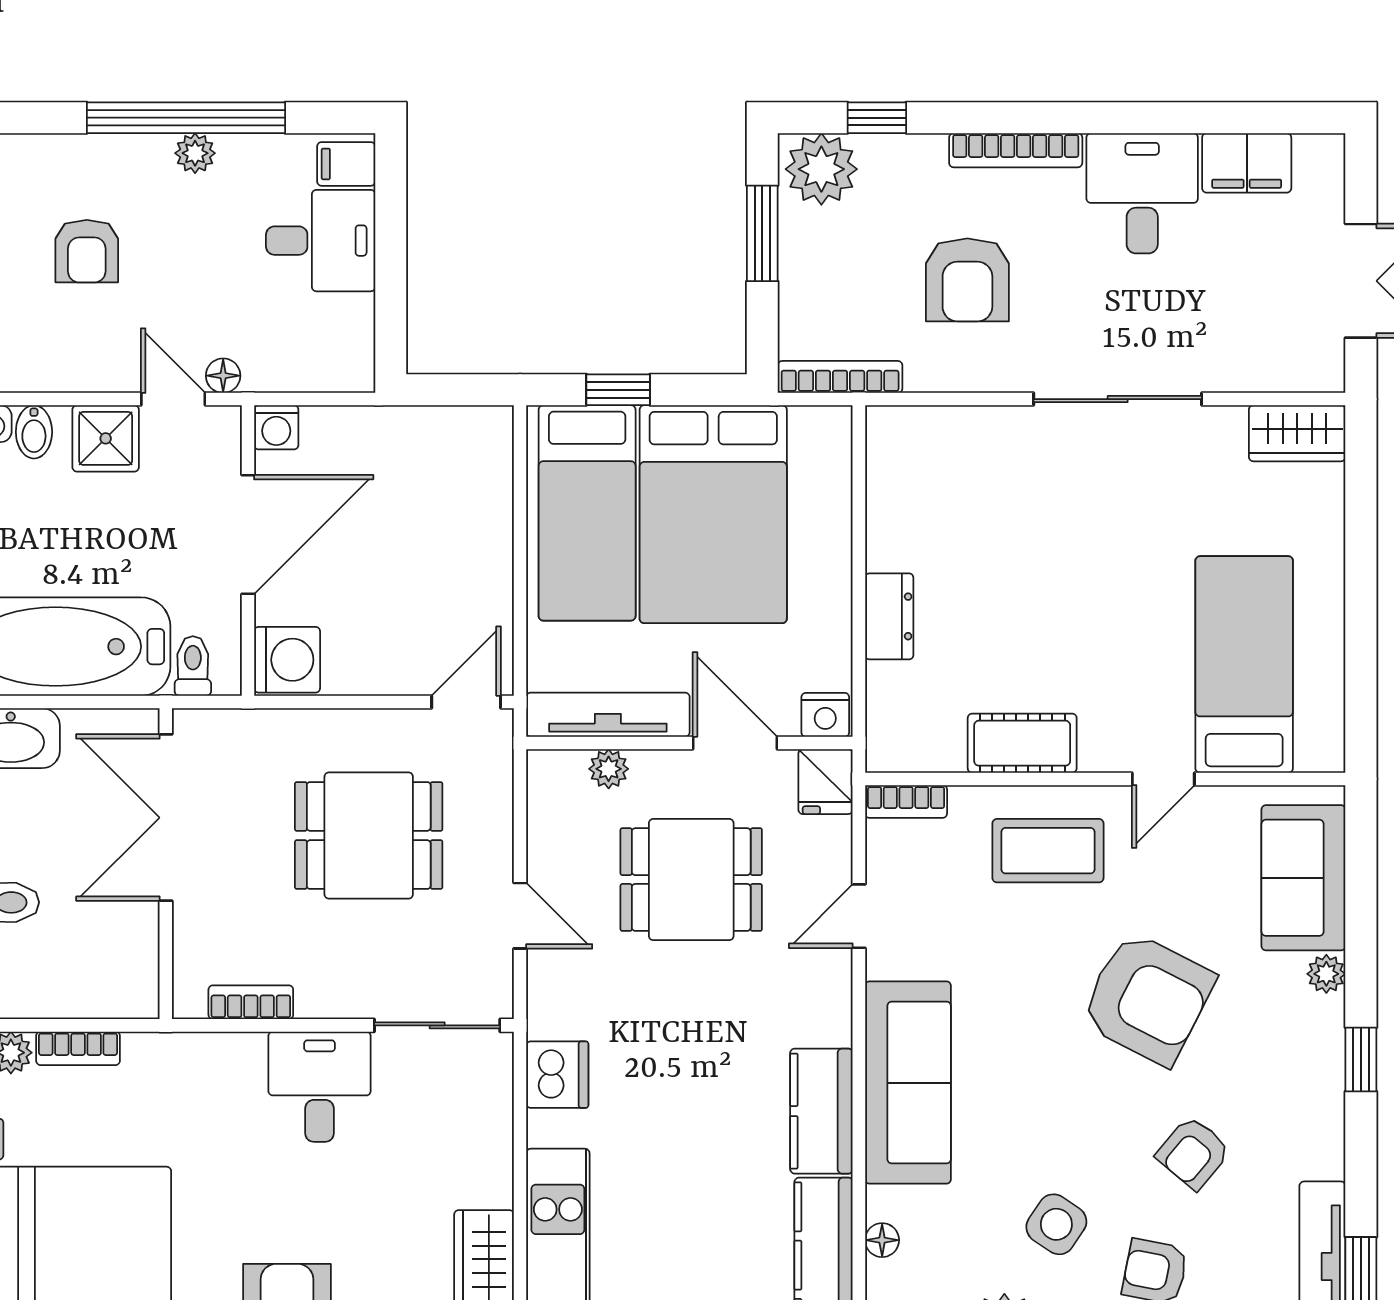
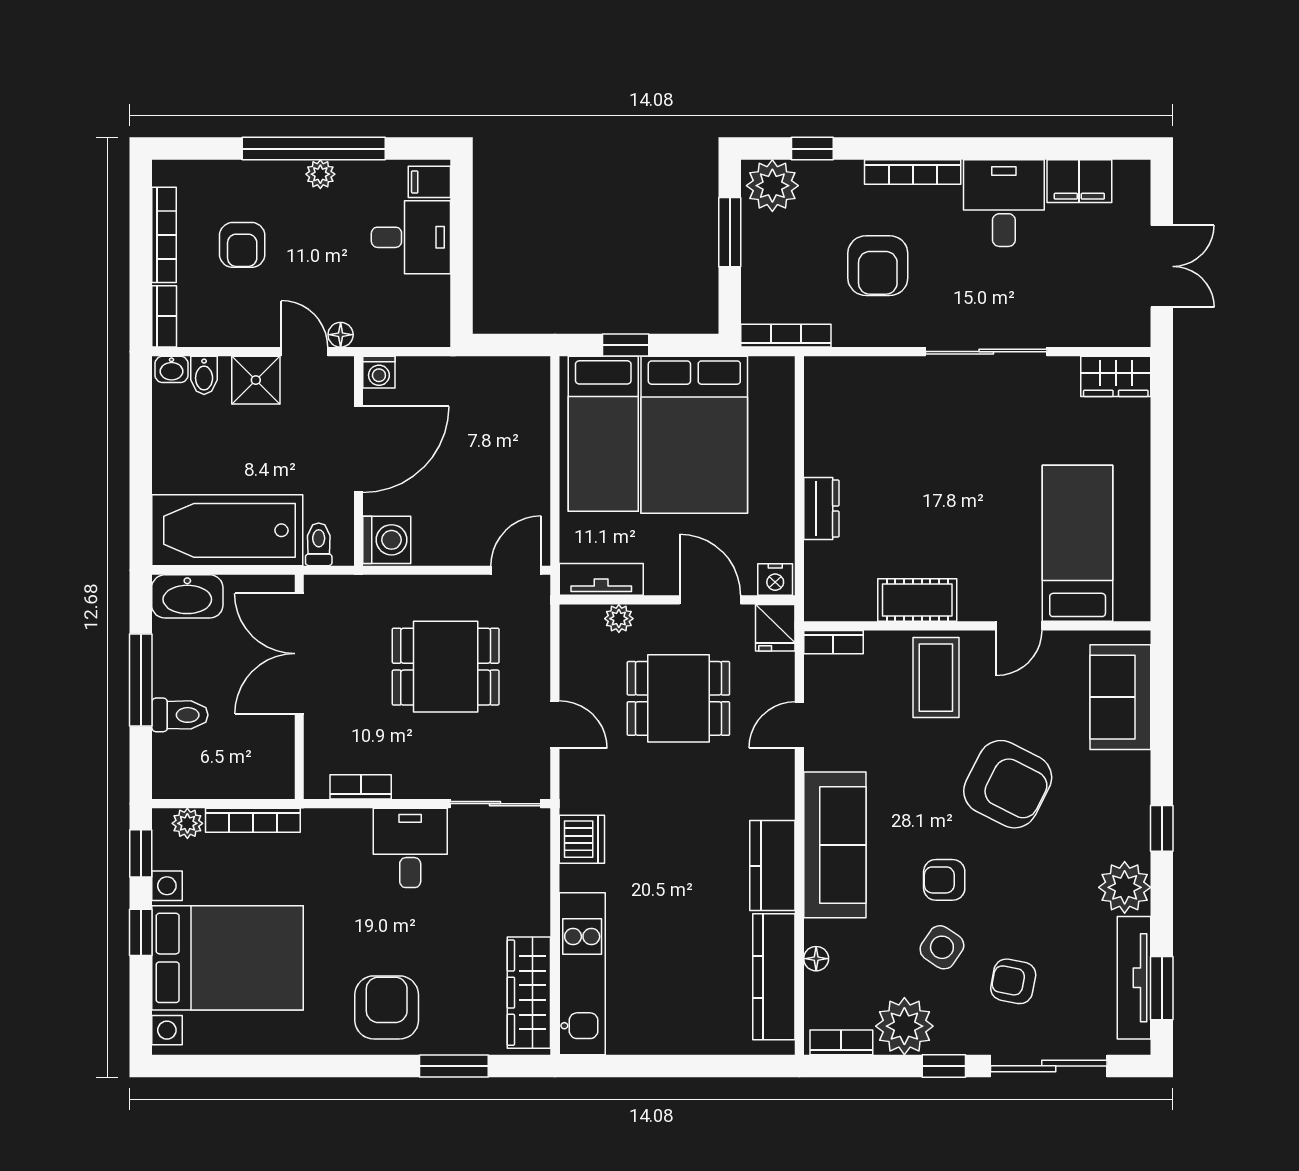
tv unit: (608, 715) -> (601, 579), width x0.71
coffee table: (1048, 851) -> (936, 678), turned 90
plant: (1326, 974) -> (1125, 887), moved, width x1.88, depth x1.88
bookcase: (78, 1048) -> (253, 820), width x1.56
armchair: (1193, 1153) -> (944, 880), moved, turned 50

